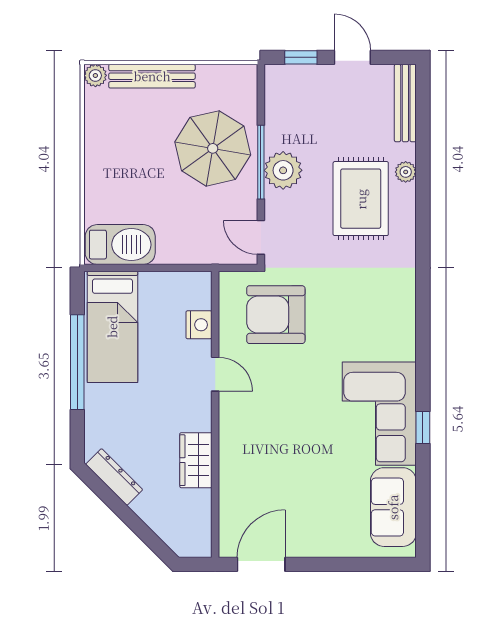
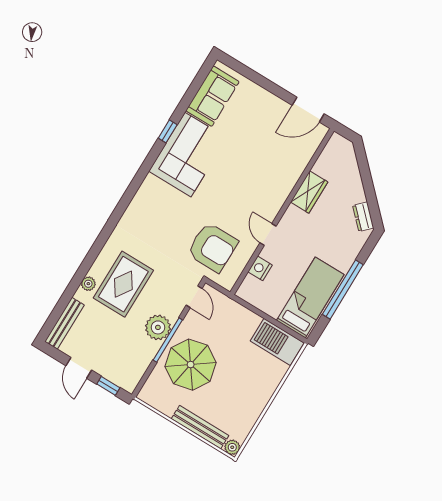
dresser: (114, 477) -> (363, 217), width x0.70

